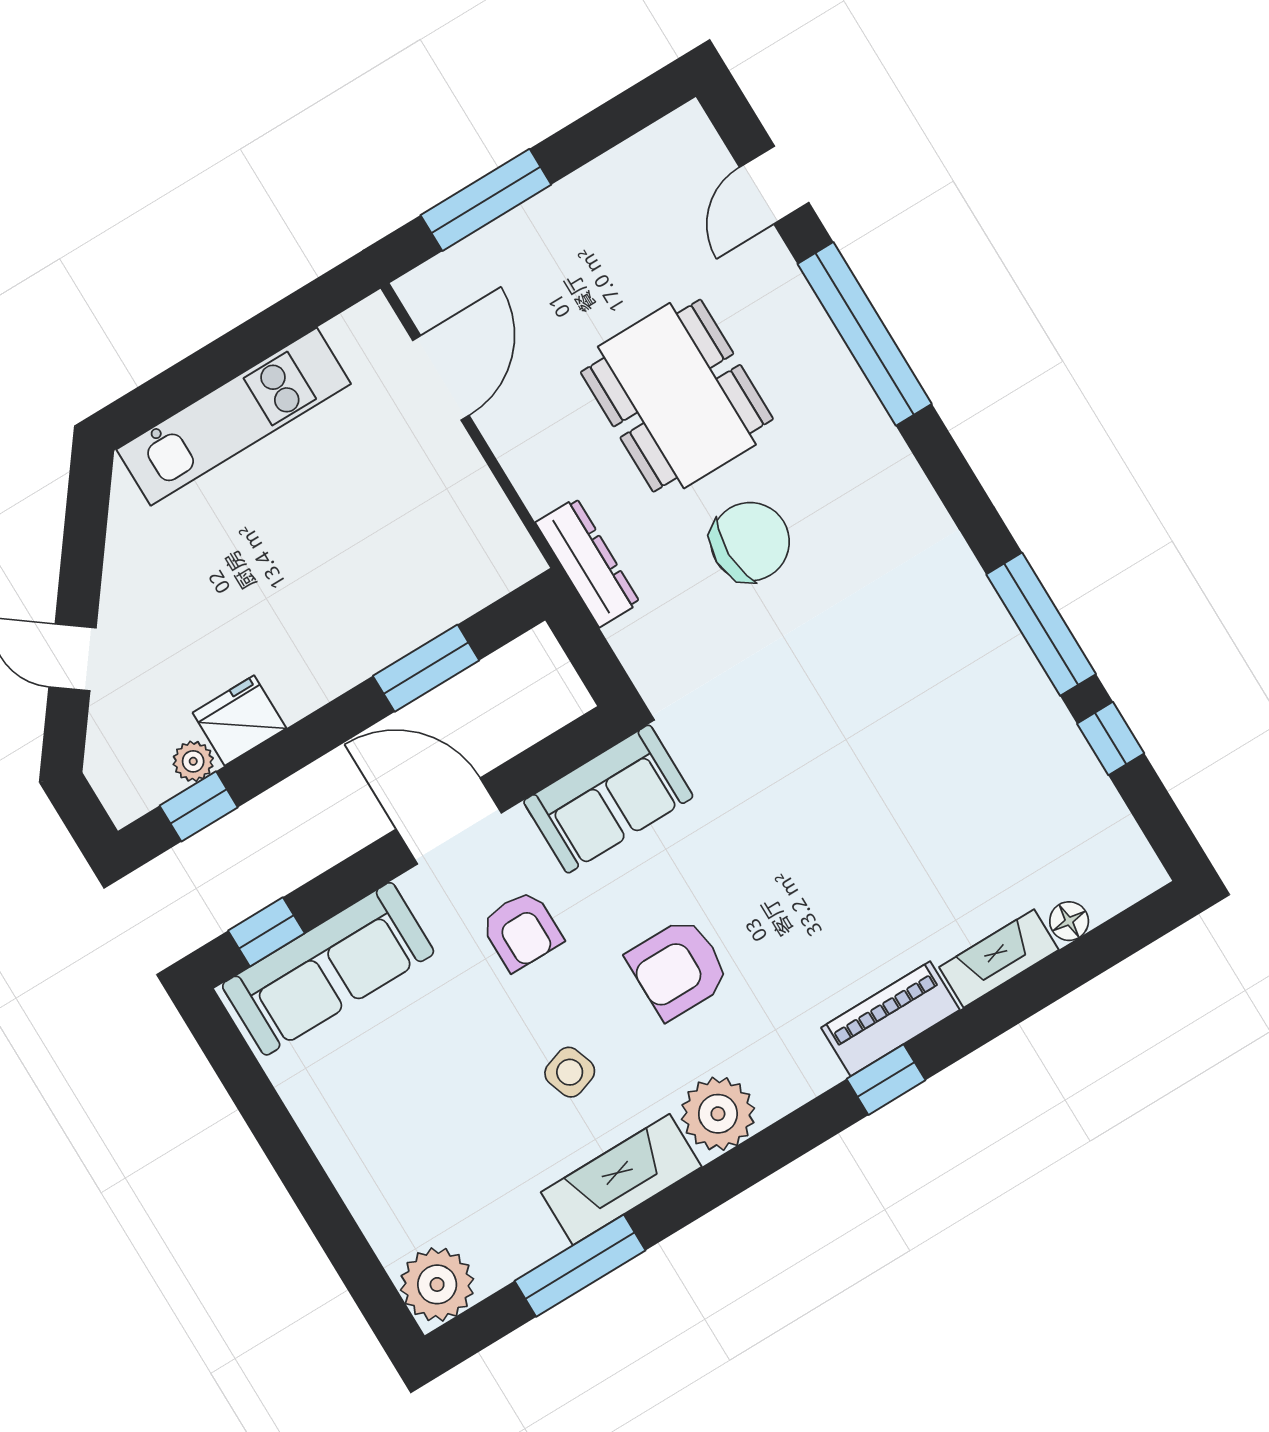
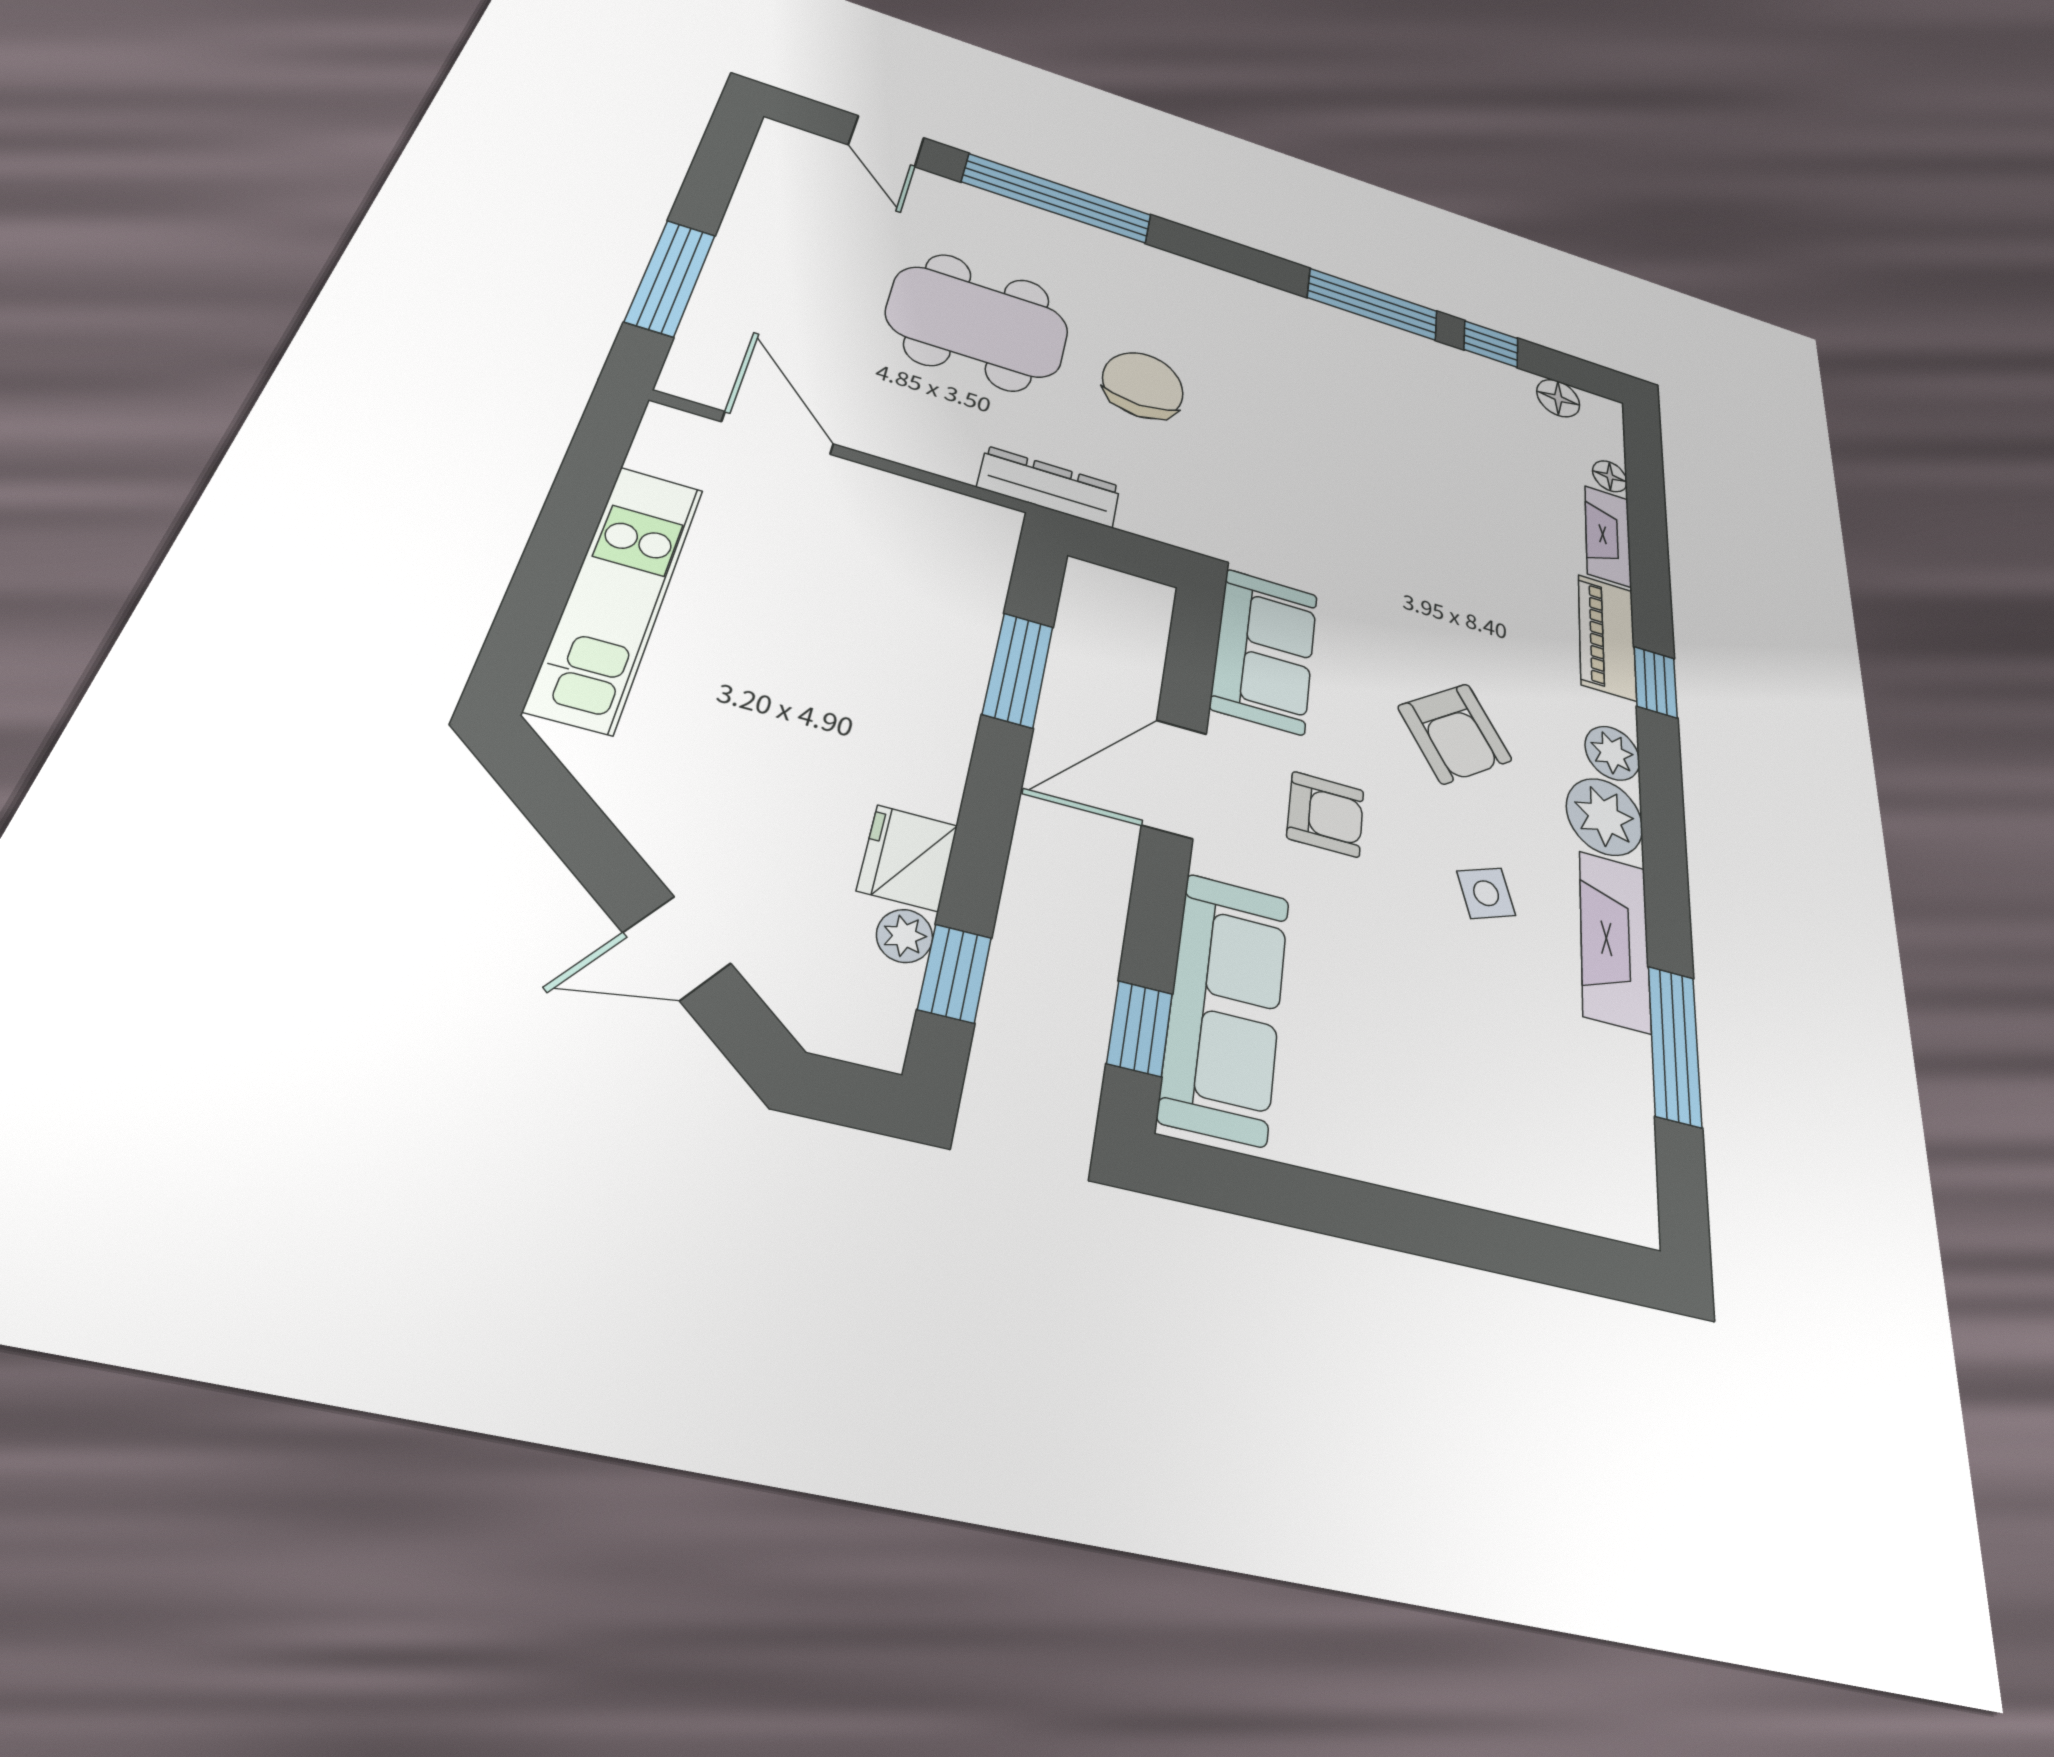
floor lamp: (1112, 828) -> (1558, 398), added
armchair: (678, 968) -> (1455, 733), turned -34
plant: (437, 1284) -> (1612, 753), moved, width x0.73, depth x0.73

